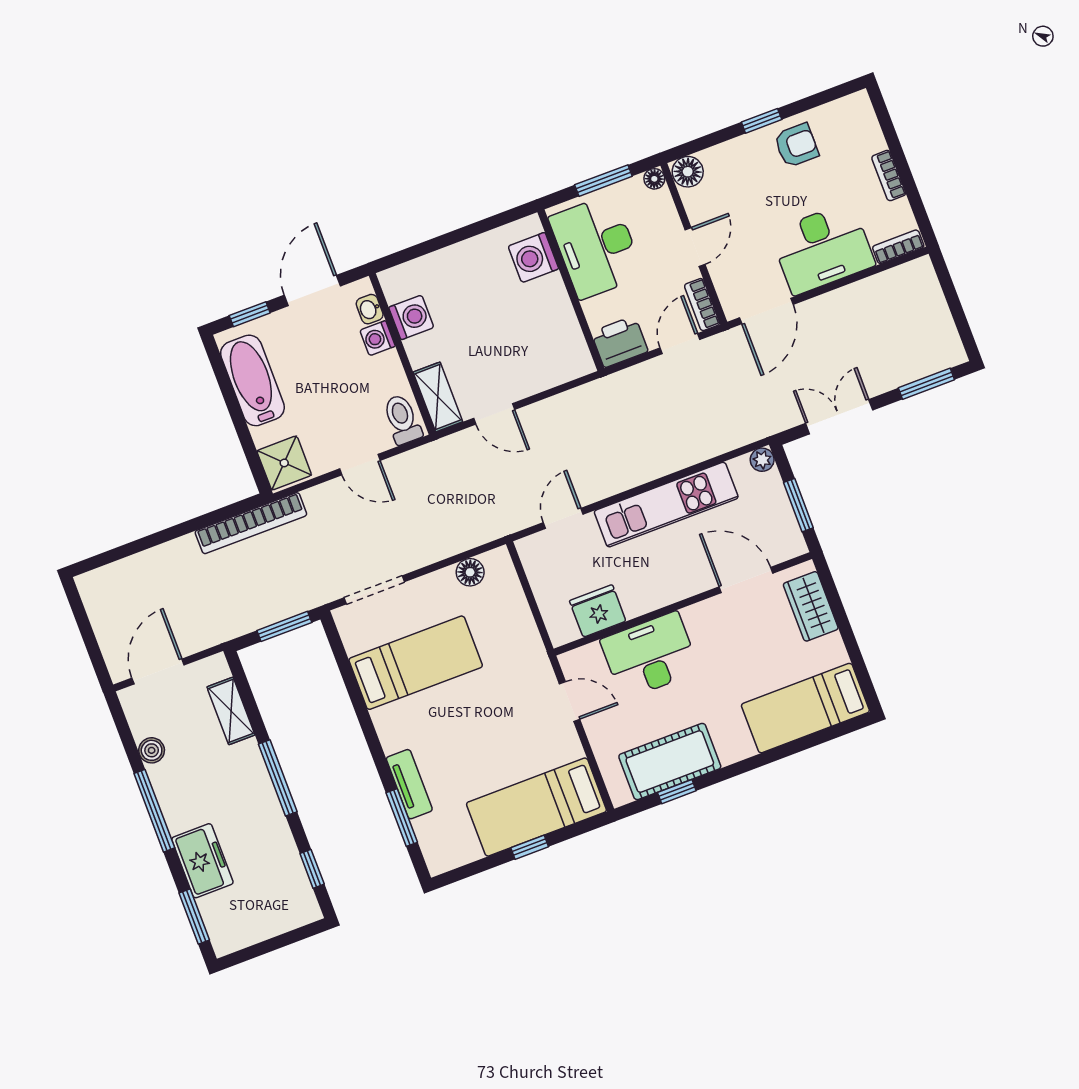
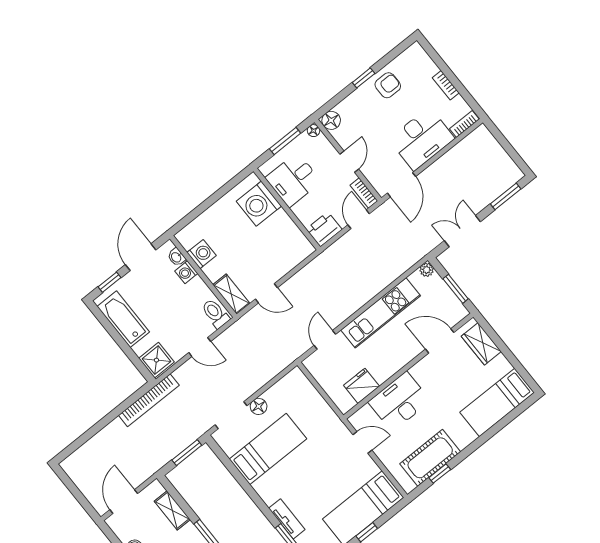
desk: (596, 247) -> (293, 180), width x0.73
washing machine: (533, 257) -> (259, 204), width x1.37, depth x1.37
floor lamp: (470, 572) -> (259, 406), moved

